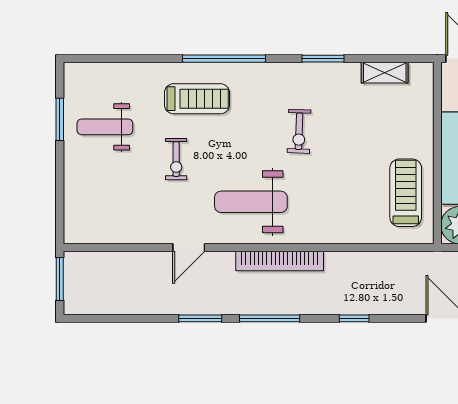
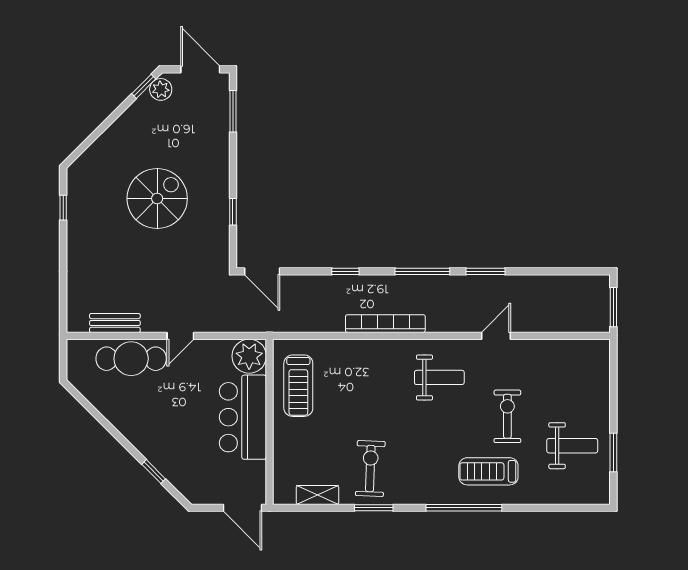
exercise bike: (299, 131) -> (370, 469), moved, width x1.38, depth x1.39
exercise bike: (176, 159) -> (507, 416), width x1.38, depth x1.39
weight bench: (251, 202) -> (439, 377), width x0.73, depth x0.75
bookcase: (280, 261) -> (385, 324), moved

